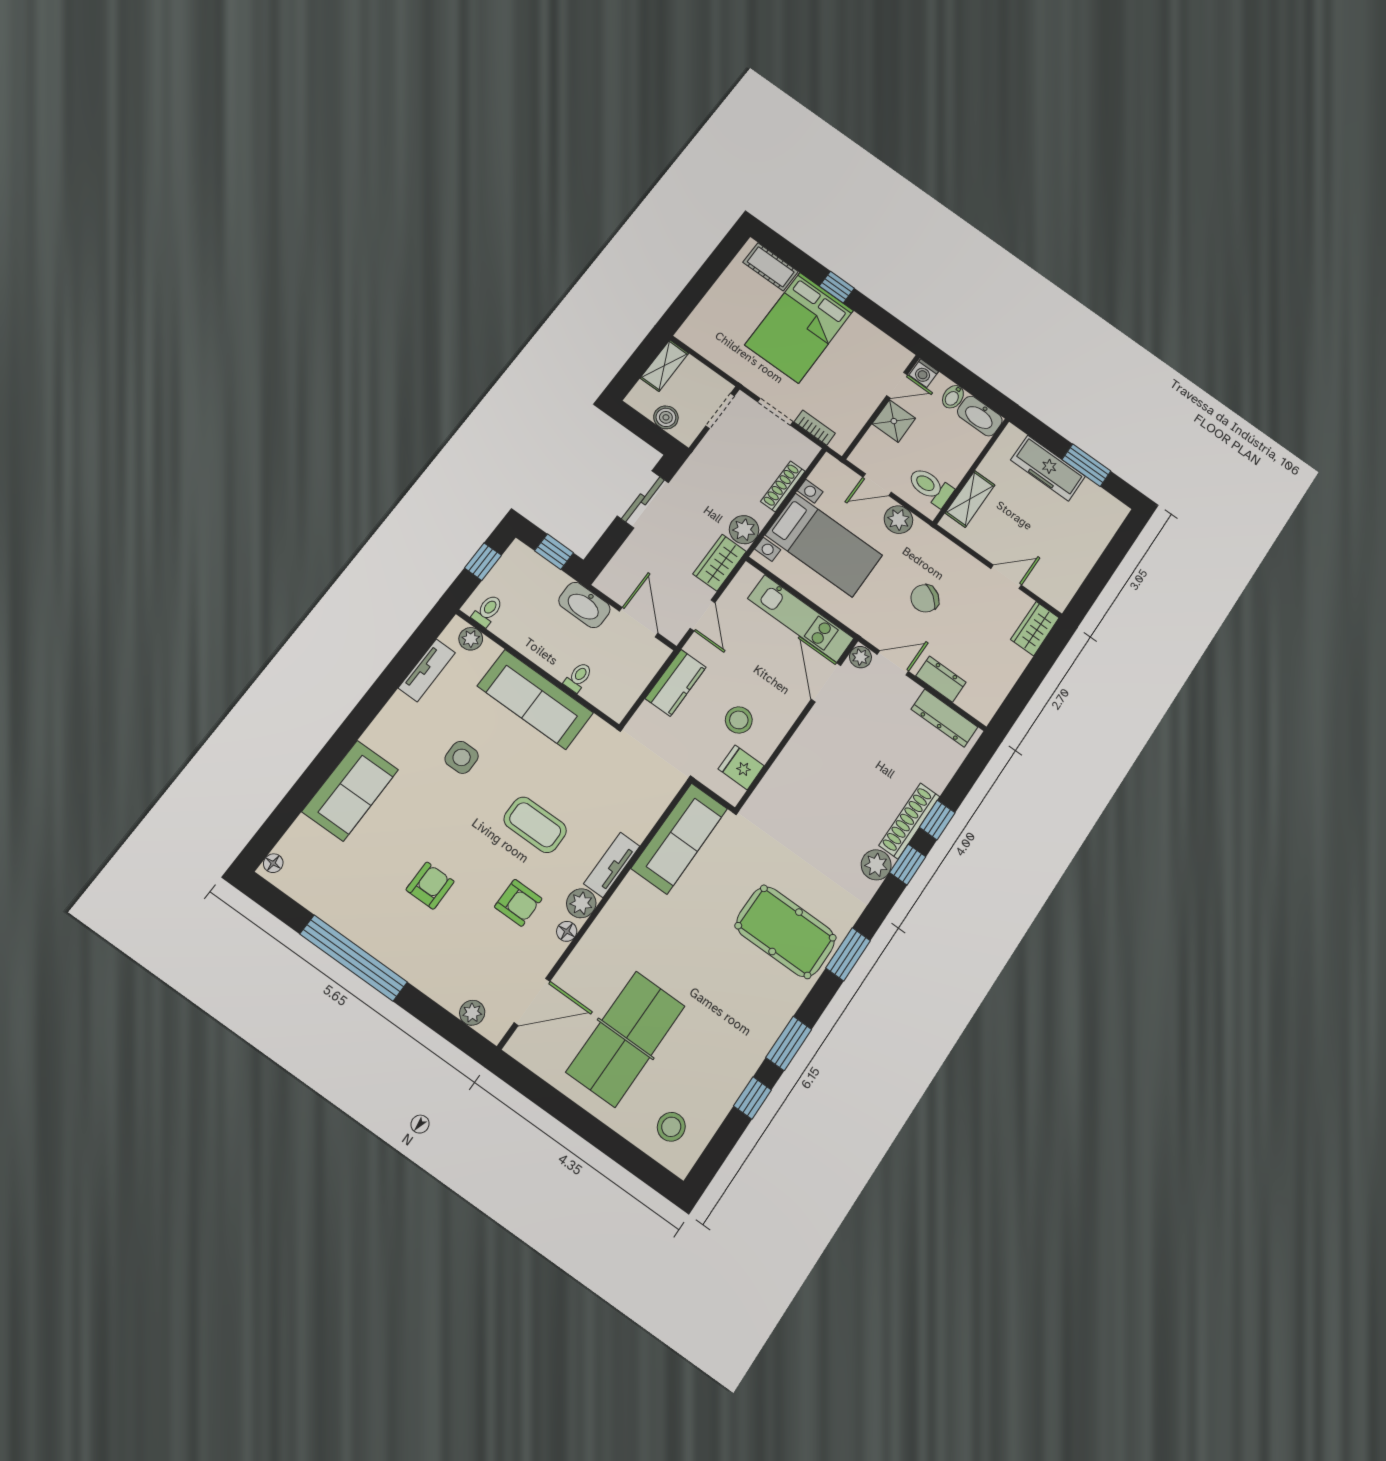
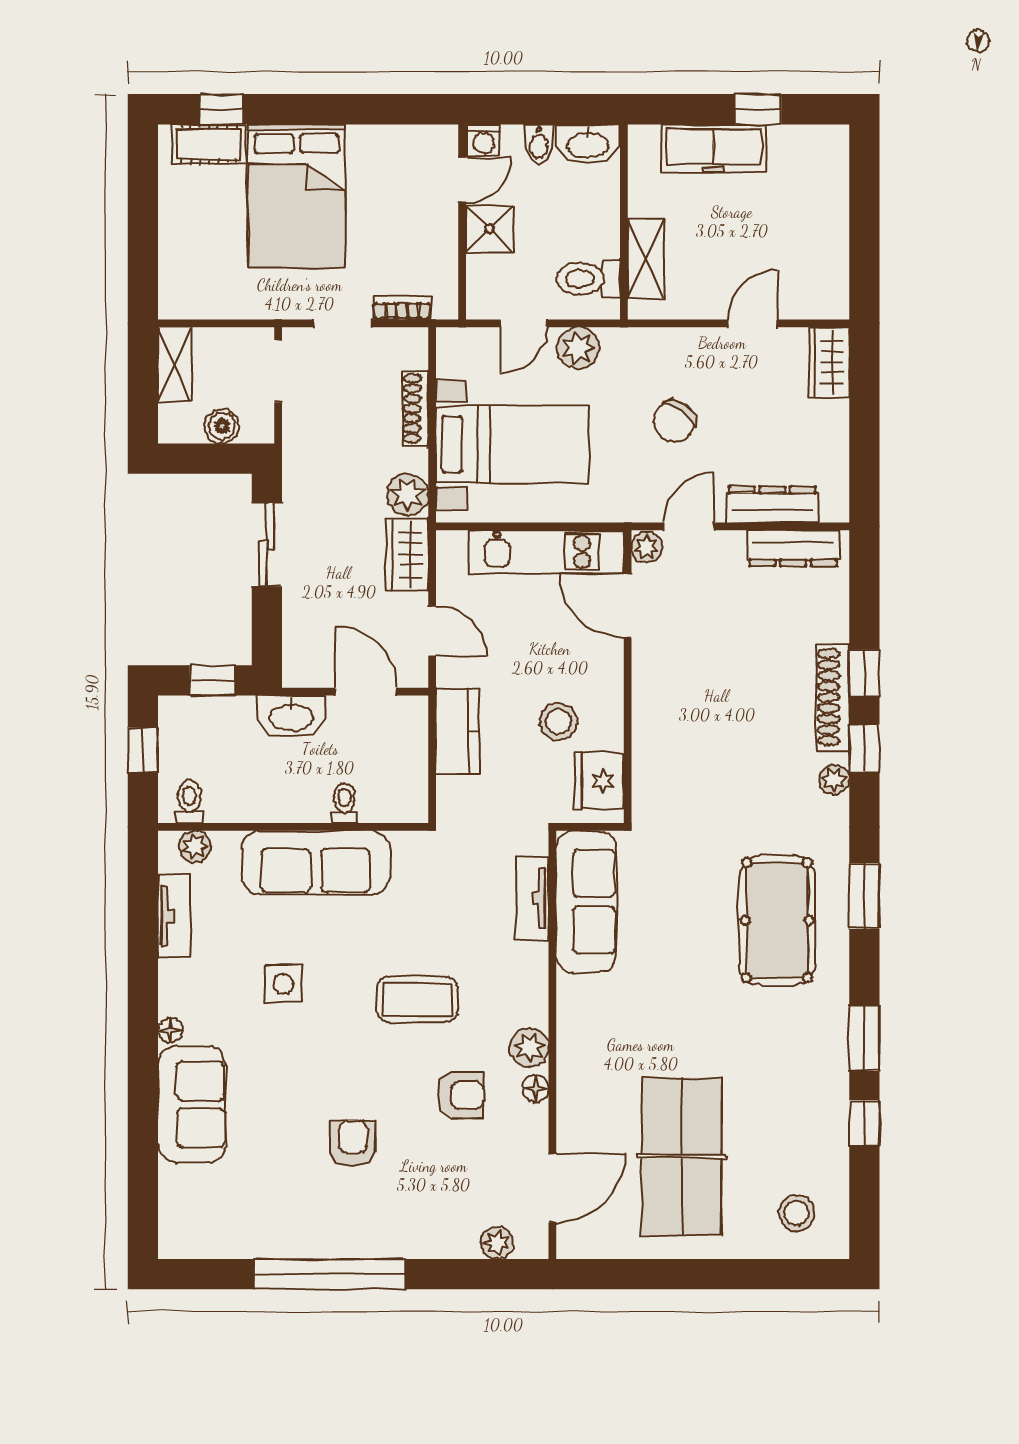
window: (837, 287) -> (222, 109), moved
window: (1087, 465) -> (758, 109), width x0.67
dresser: (941, 679) -> (772, 505), width x1.44
fridge: (741, 767) -> (599, 781), width x1.38
floor lamp: (273, 863) -> (170, 1030), moved
tv unit: (612, 865) -> (533, 898), moved
plant: (876, 865) -> (834, 780), width x0.73, depth x0.73
pool table: (786, 932) -> (777, 920), turned 90

